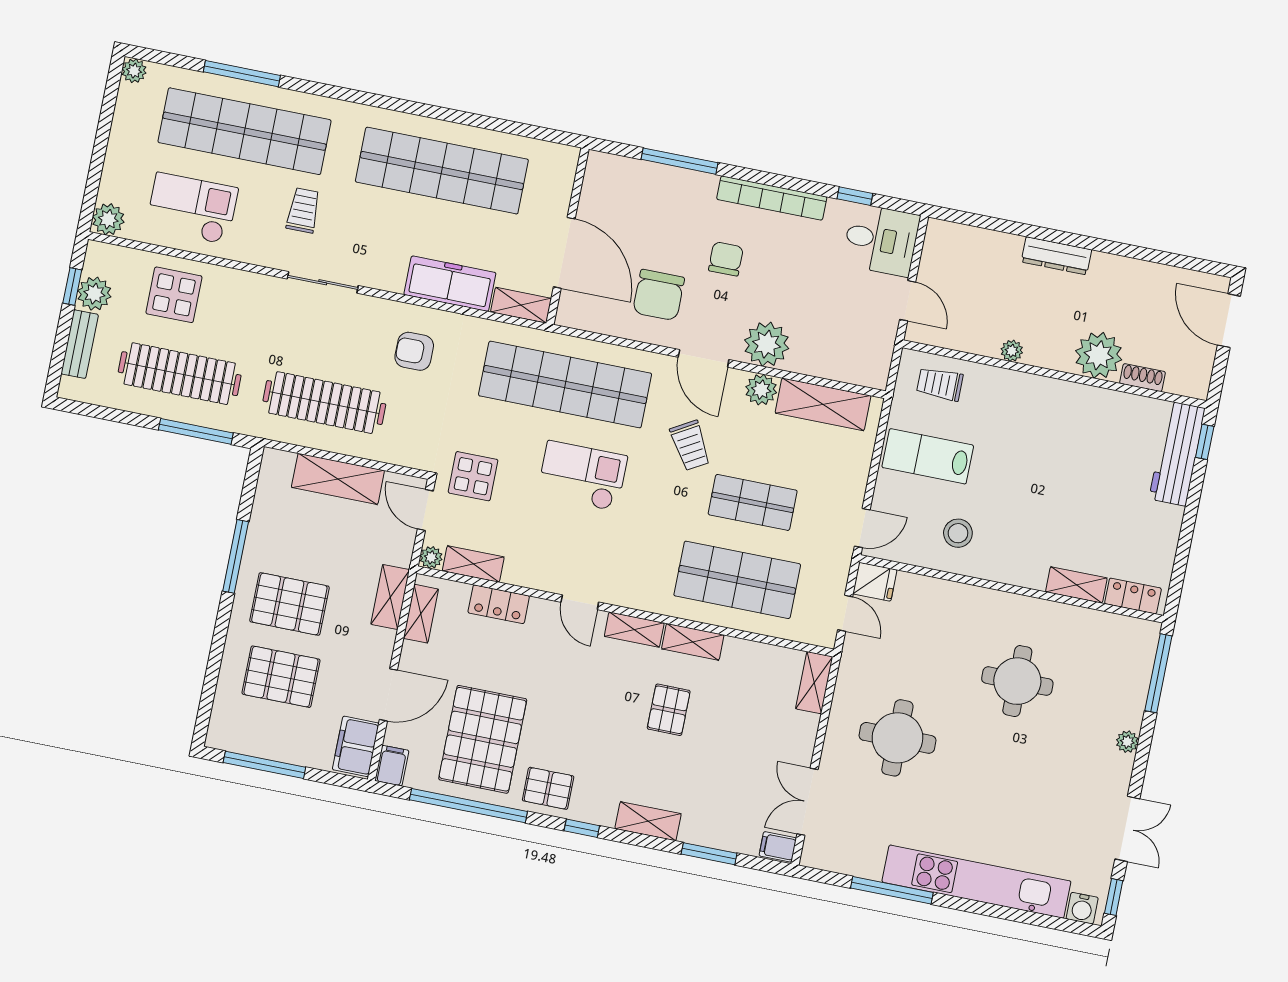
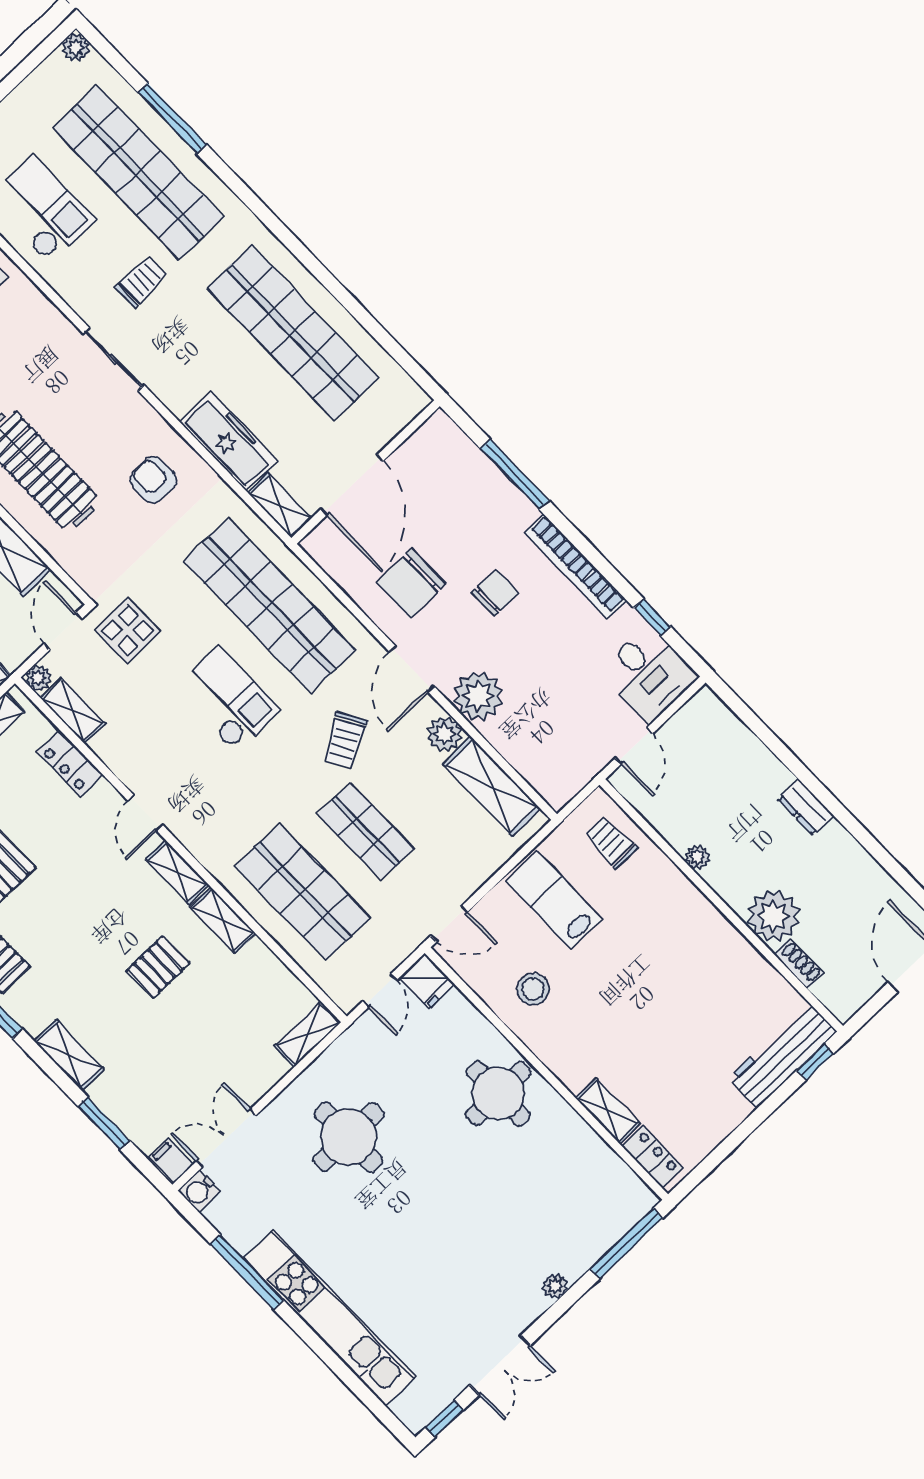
dresser: (1056, 256) -> (806, 807), width x0.70
round table: (1017, 681) -> (498, 1093), moved
water cooler: (1082, 908) -> (199, 1191), moved

